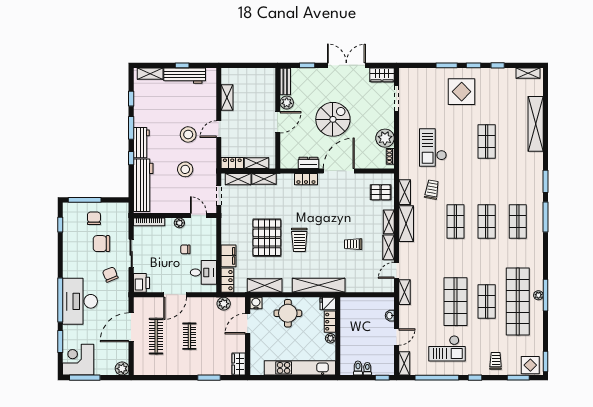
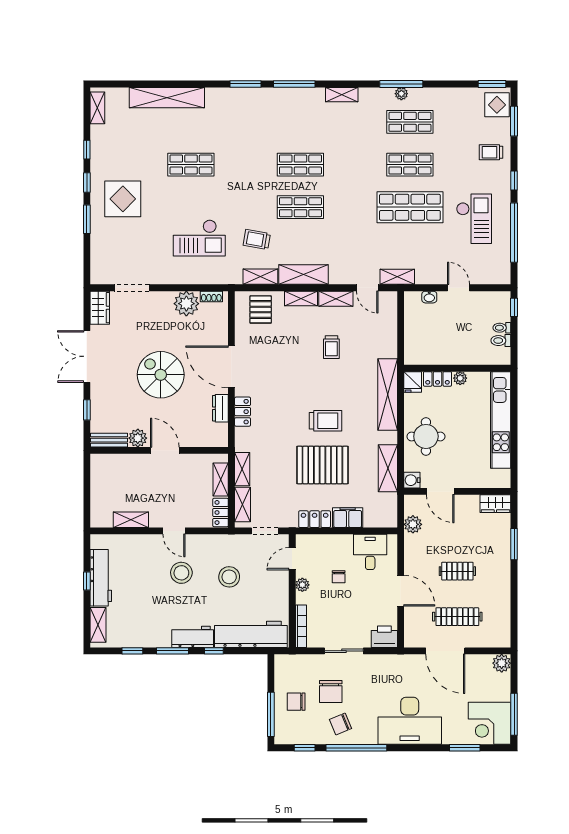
shop shelf: (518, 221) -> (300, 122), removed
chair: (110, 275) -> (340, 724), moved
locker: (227, 280) -> (315, 519), moved
window: (60, 300) -> (356, 748), moved
shop shelf: (518, 302) -> (410, 122), width x0.50, depth x0.74
shelving: (404, 363) -> (342, 95), moved

